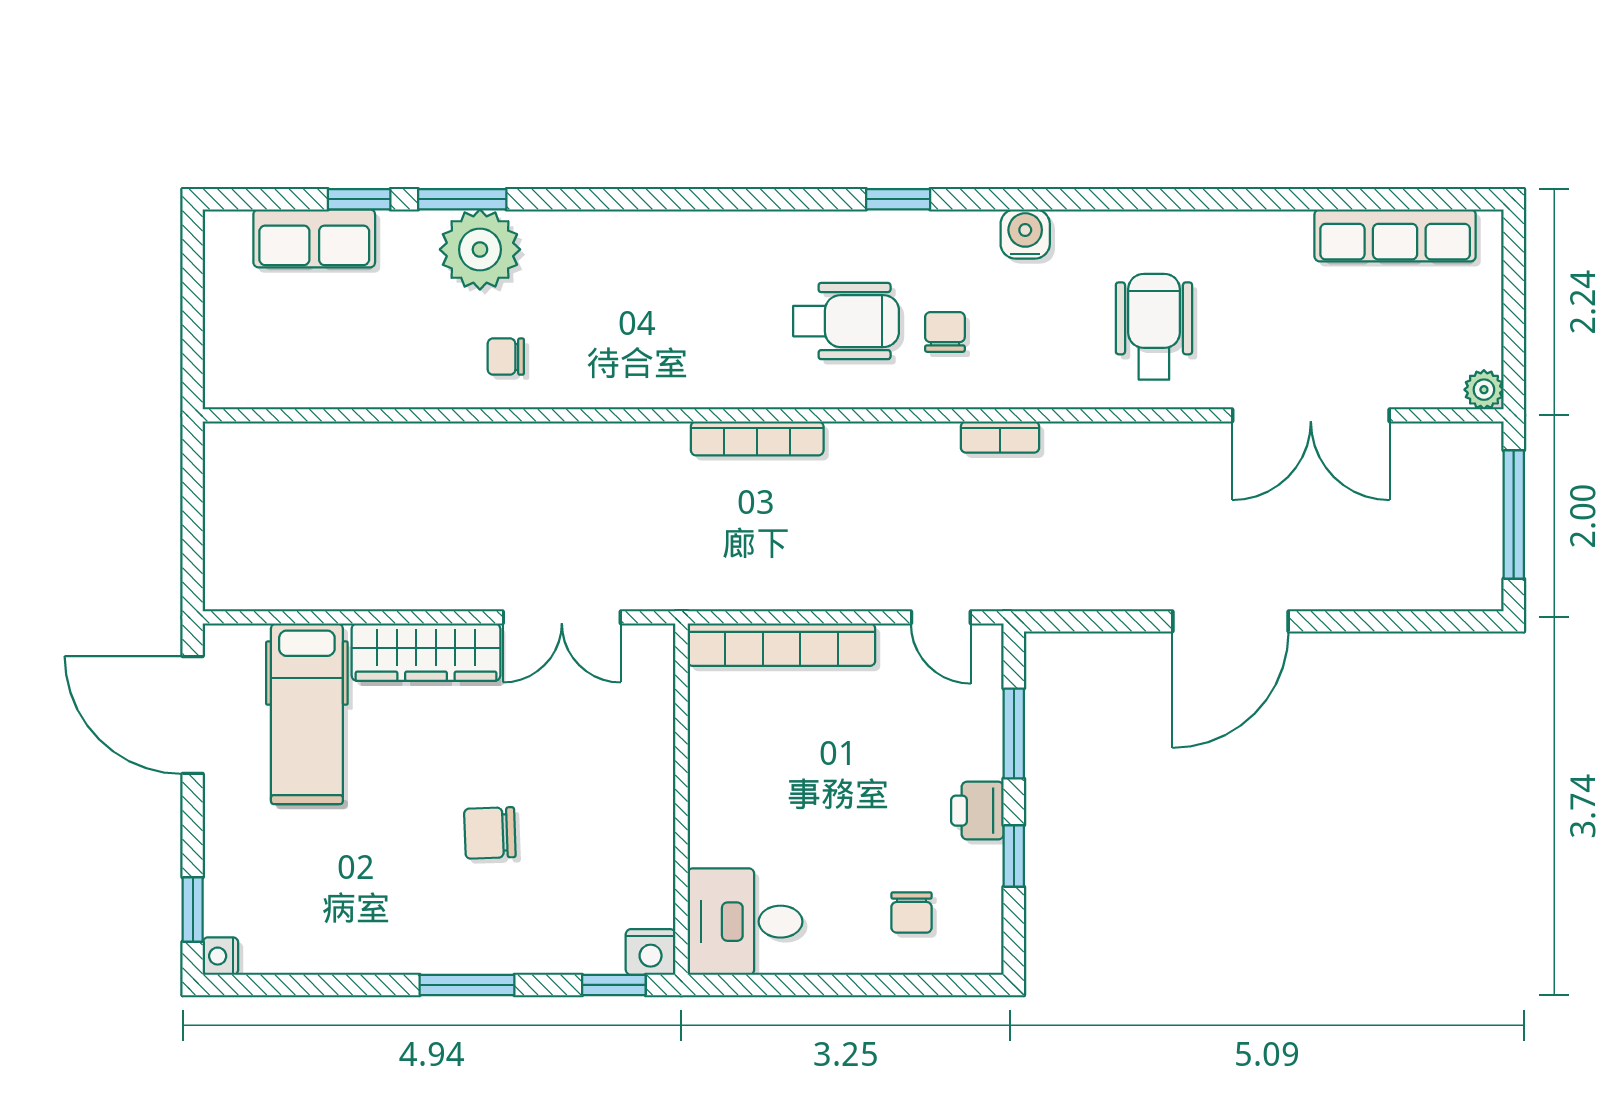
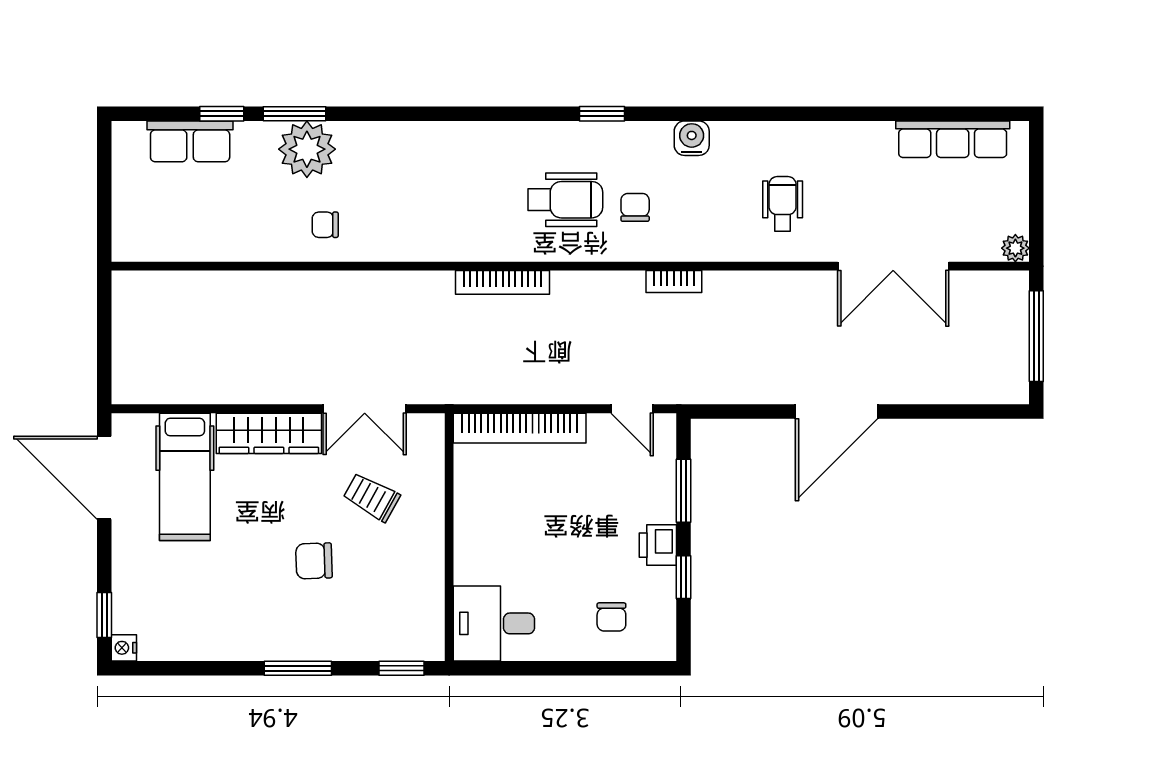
wheelchair: (1154, 327) -> (783, 204), width x0.73, depth x0.73
trolley: (571, 743) -> (372, 497), added
nightstand: (651, 952) -> (427, 645), removed

